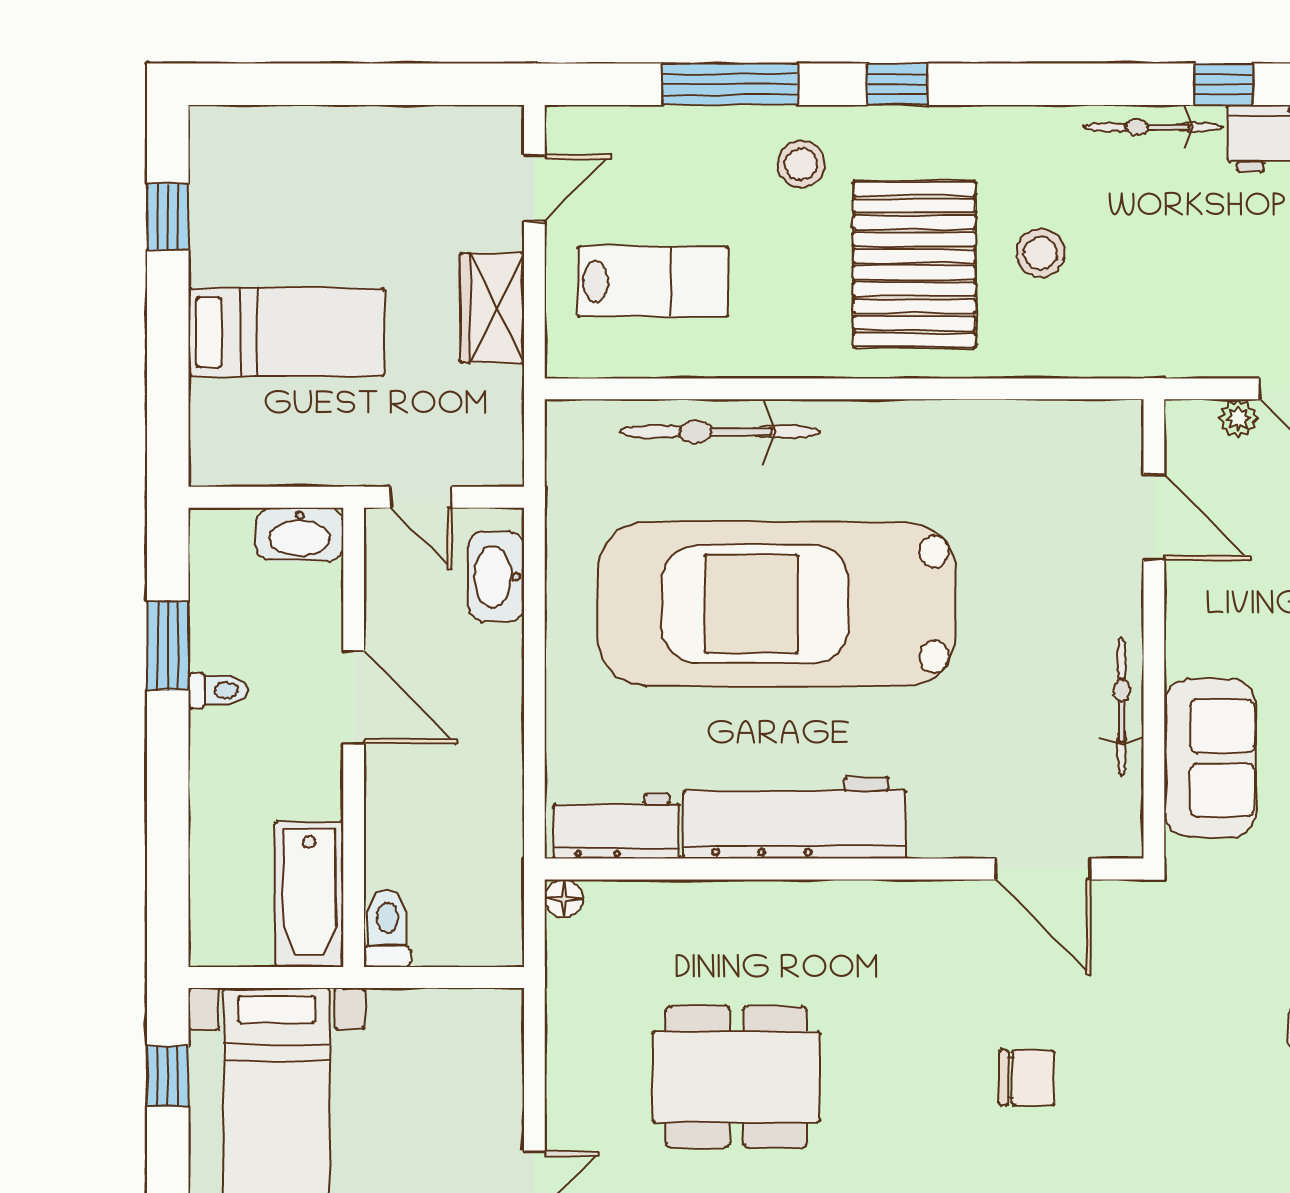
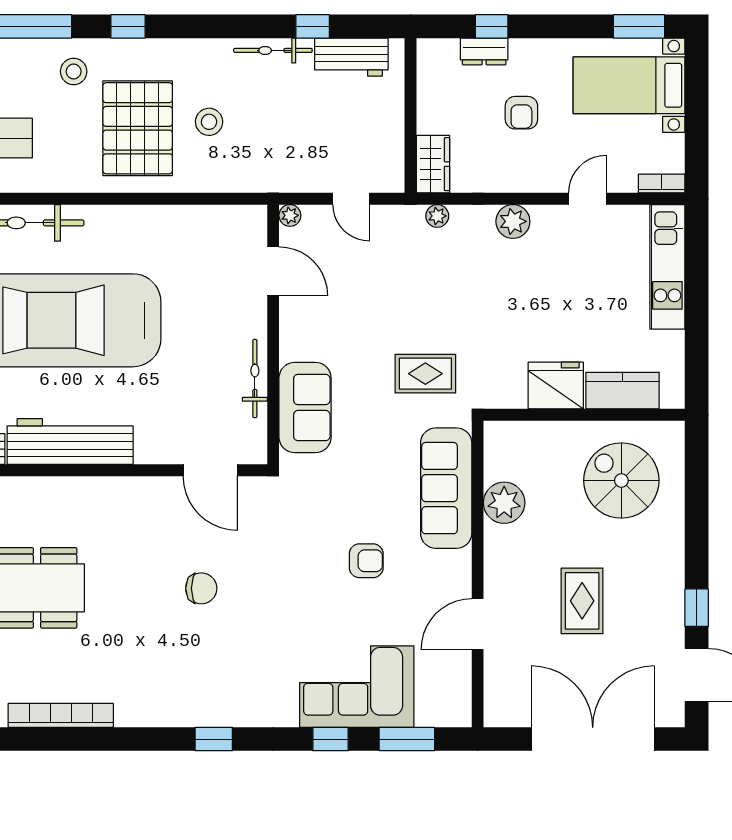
plant: (1238, 419) -> (290, 215), moved

